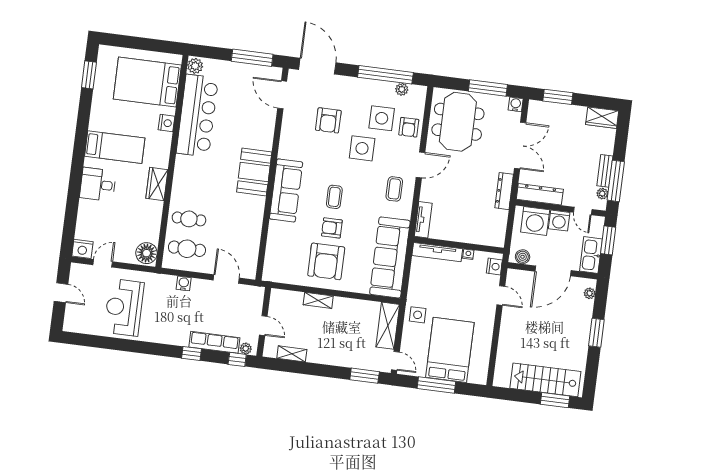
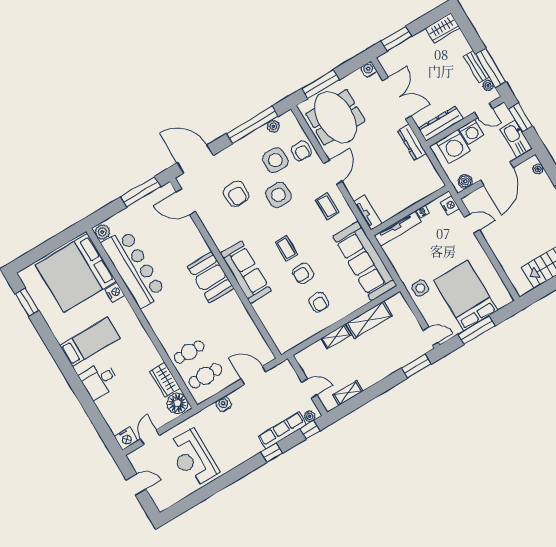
bed: (147, 82) -> (76, 273), width x1.36
window: (488, 88) -> (320, 84), moved
wardrobe: (157, 184) -> (165, 380), moved
armchair: (326, 261) -> (319, 302), width x0.53, depth x0.53
shelving: (388, 326) -> (369, 320), moved, turned 90

